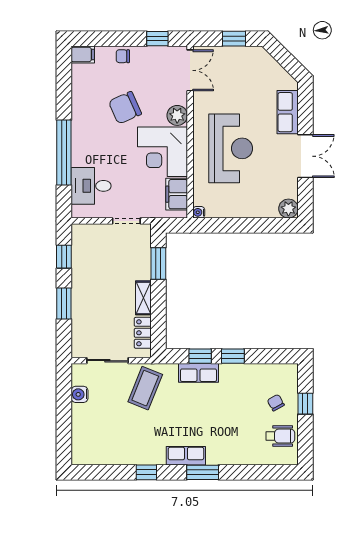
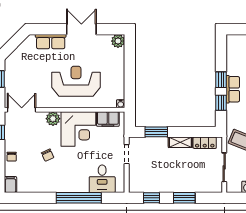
chair: (125, 108) -> (48, 155), width x0.54, depth x0.54
row of seats: (198, 373) -> (233, 89), moved

